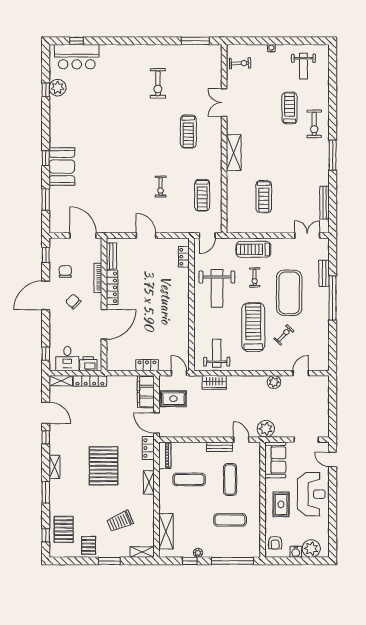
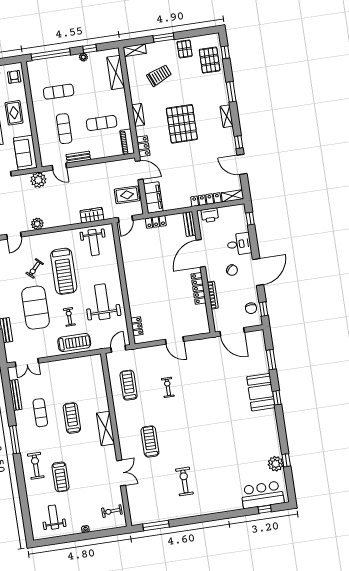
exercise mat: (301, 180) -> (40, 413), added
treadmill: (264, 197) -> (72, 418), moved
bench: (111, 256) -> (189, 224), moved
chair: (65, 272) -> (251, 308), moved
desk: (67, 359) -> (239, 244), moved, turned 90
door: (179, 373) -> (125, 219), hinge flipped

